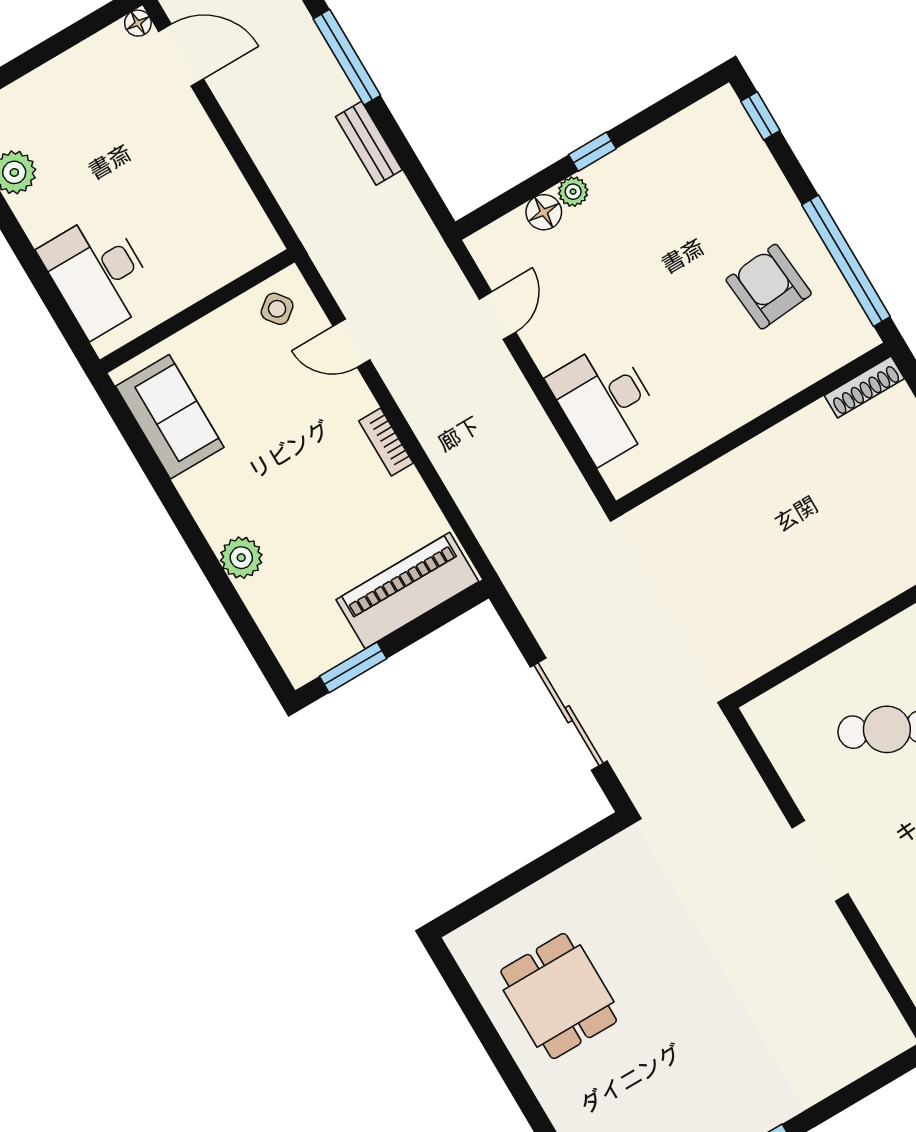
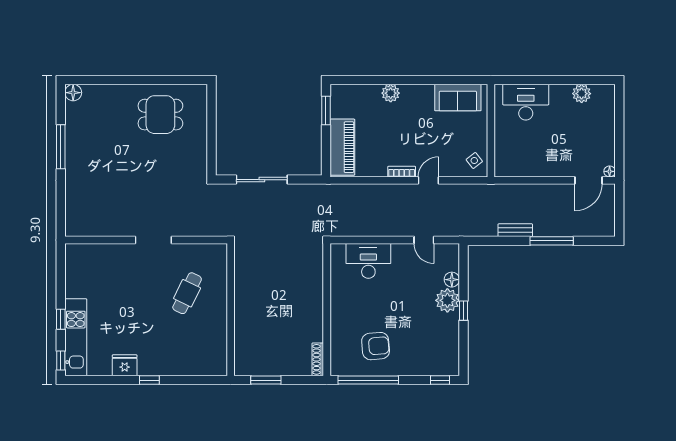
plant: (573, 192) -> (447, 300), width x1.87, depth x1.87
door: (351, 343) -> (428, 180), moved

